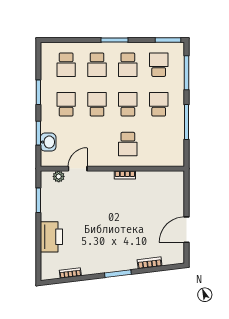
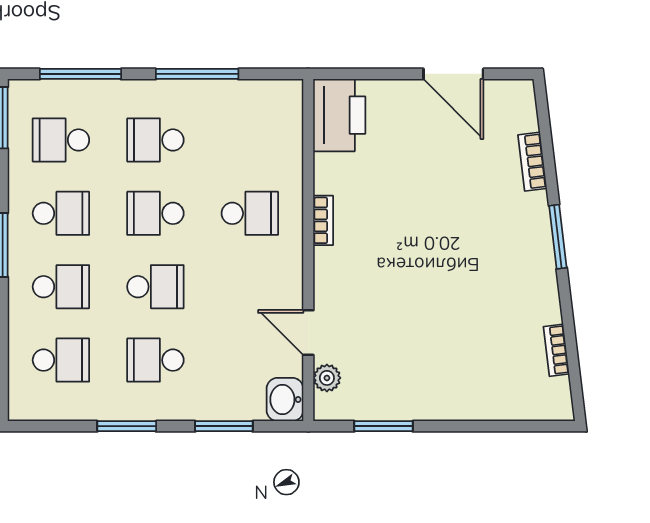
school desk: (97, 104) -> (155, 287), turned 180
washbasin: (48, 142) -> (285, 400), moved, turned -90
printer: (51, 237) -> (339, 115), moved, turned 90

